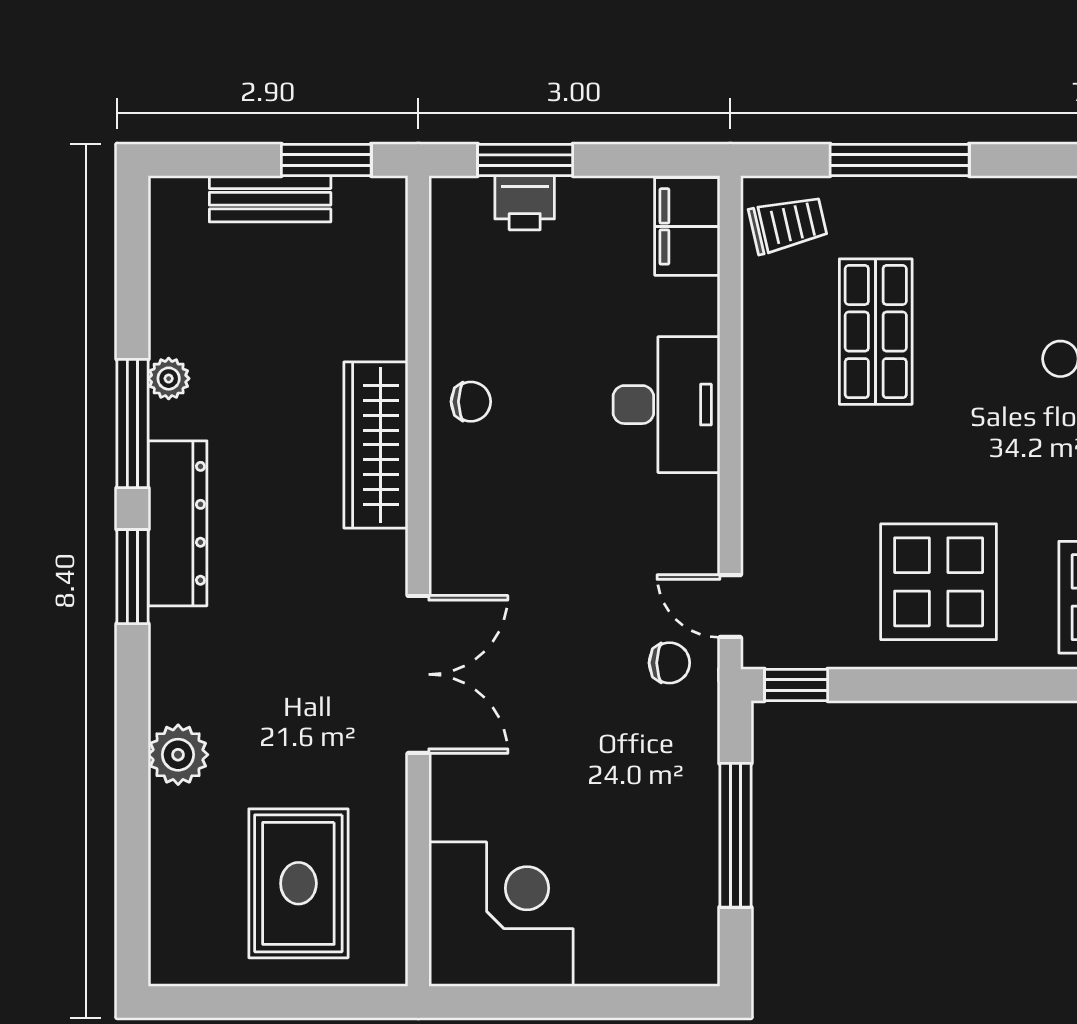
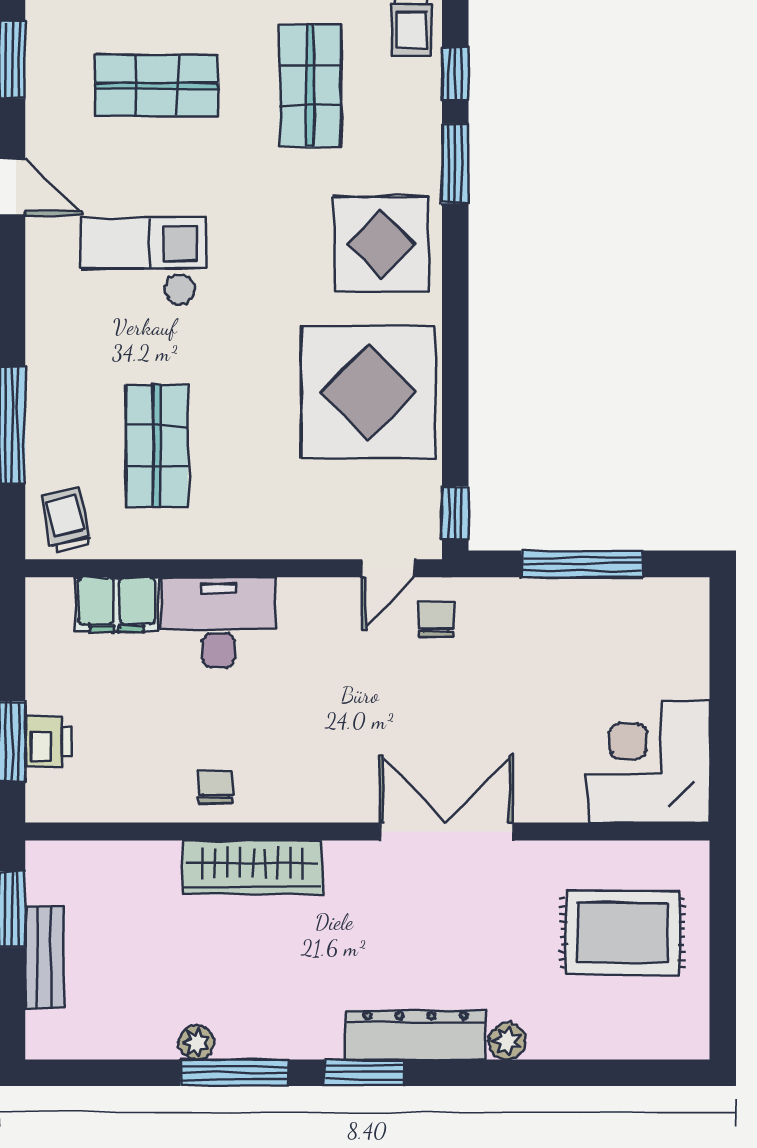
filing cabinet: (687, 226) -> (116, 605), moved
shop shelf: (876, 332) -> (157, 445), turned 90
dresser: (177, 523) -> (416, 1035), moved
display table: (939, 582) -> (368, 392), width x1.36, depth x1.36
plant: (178, 755) -> (507, 1041), width x0.73, depth x0.73

